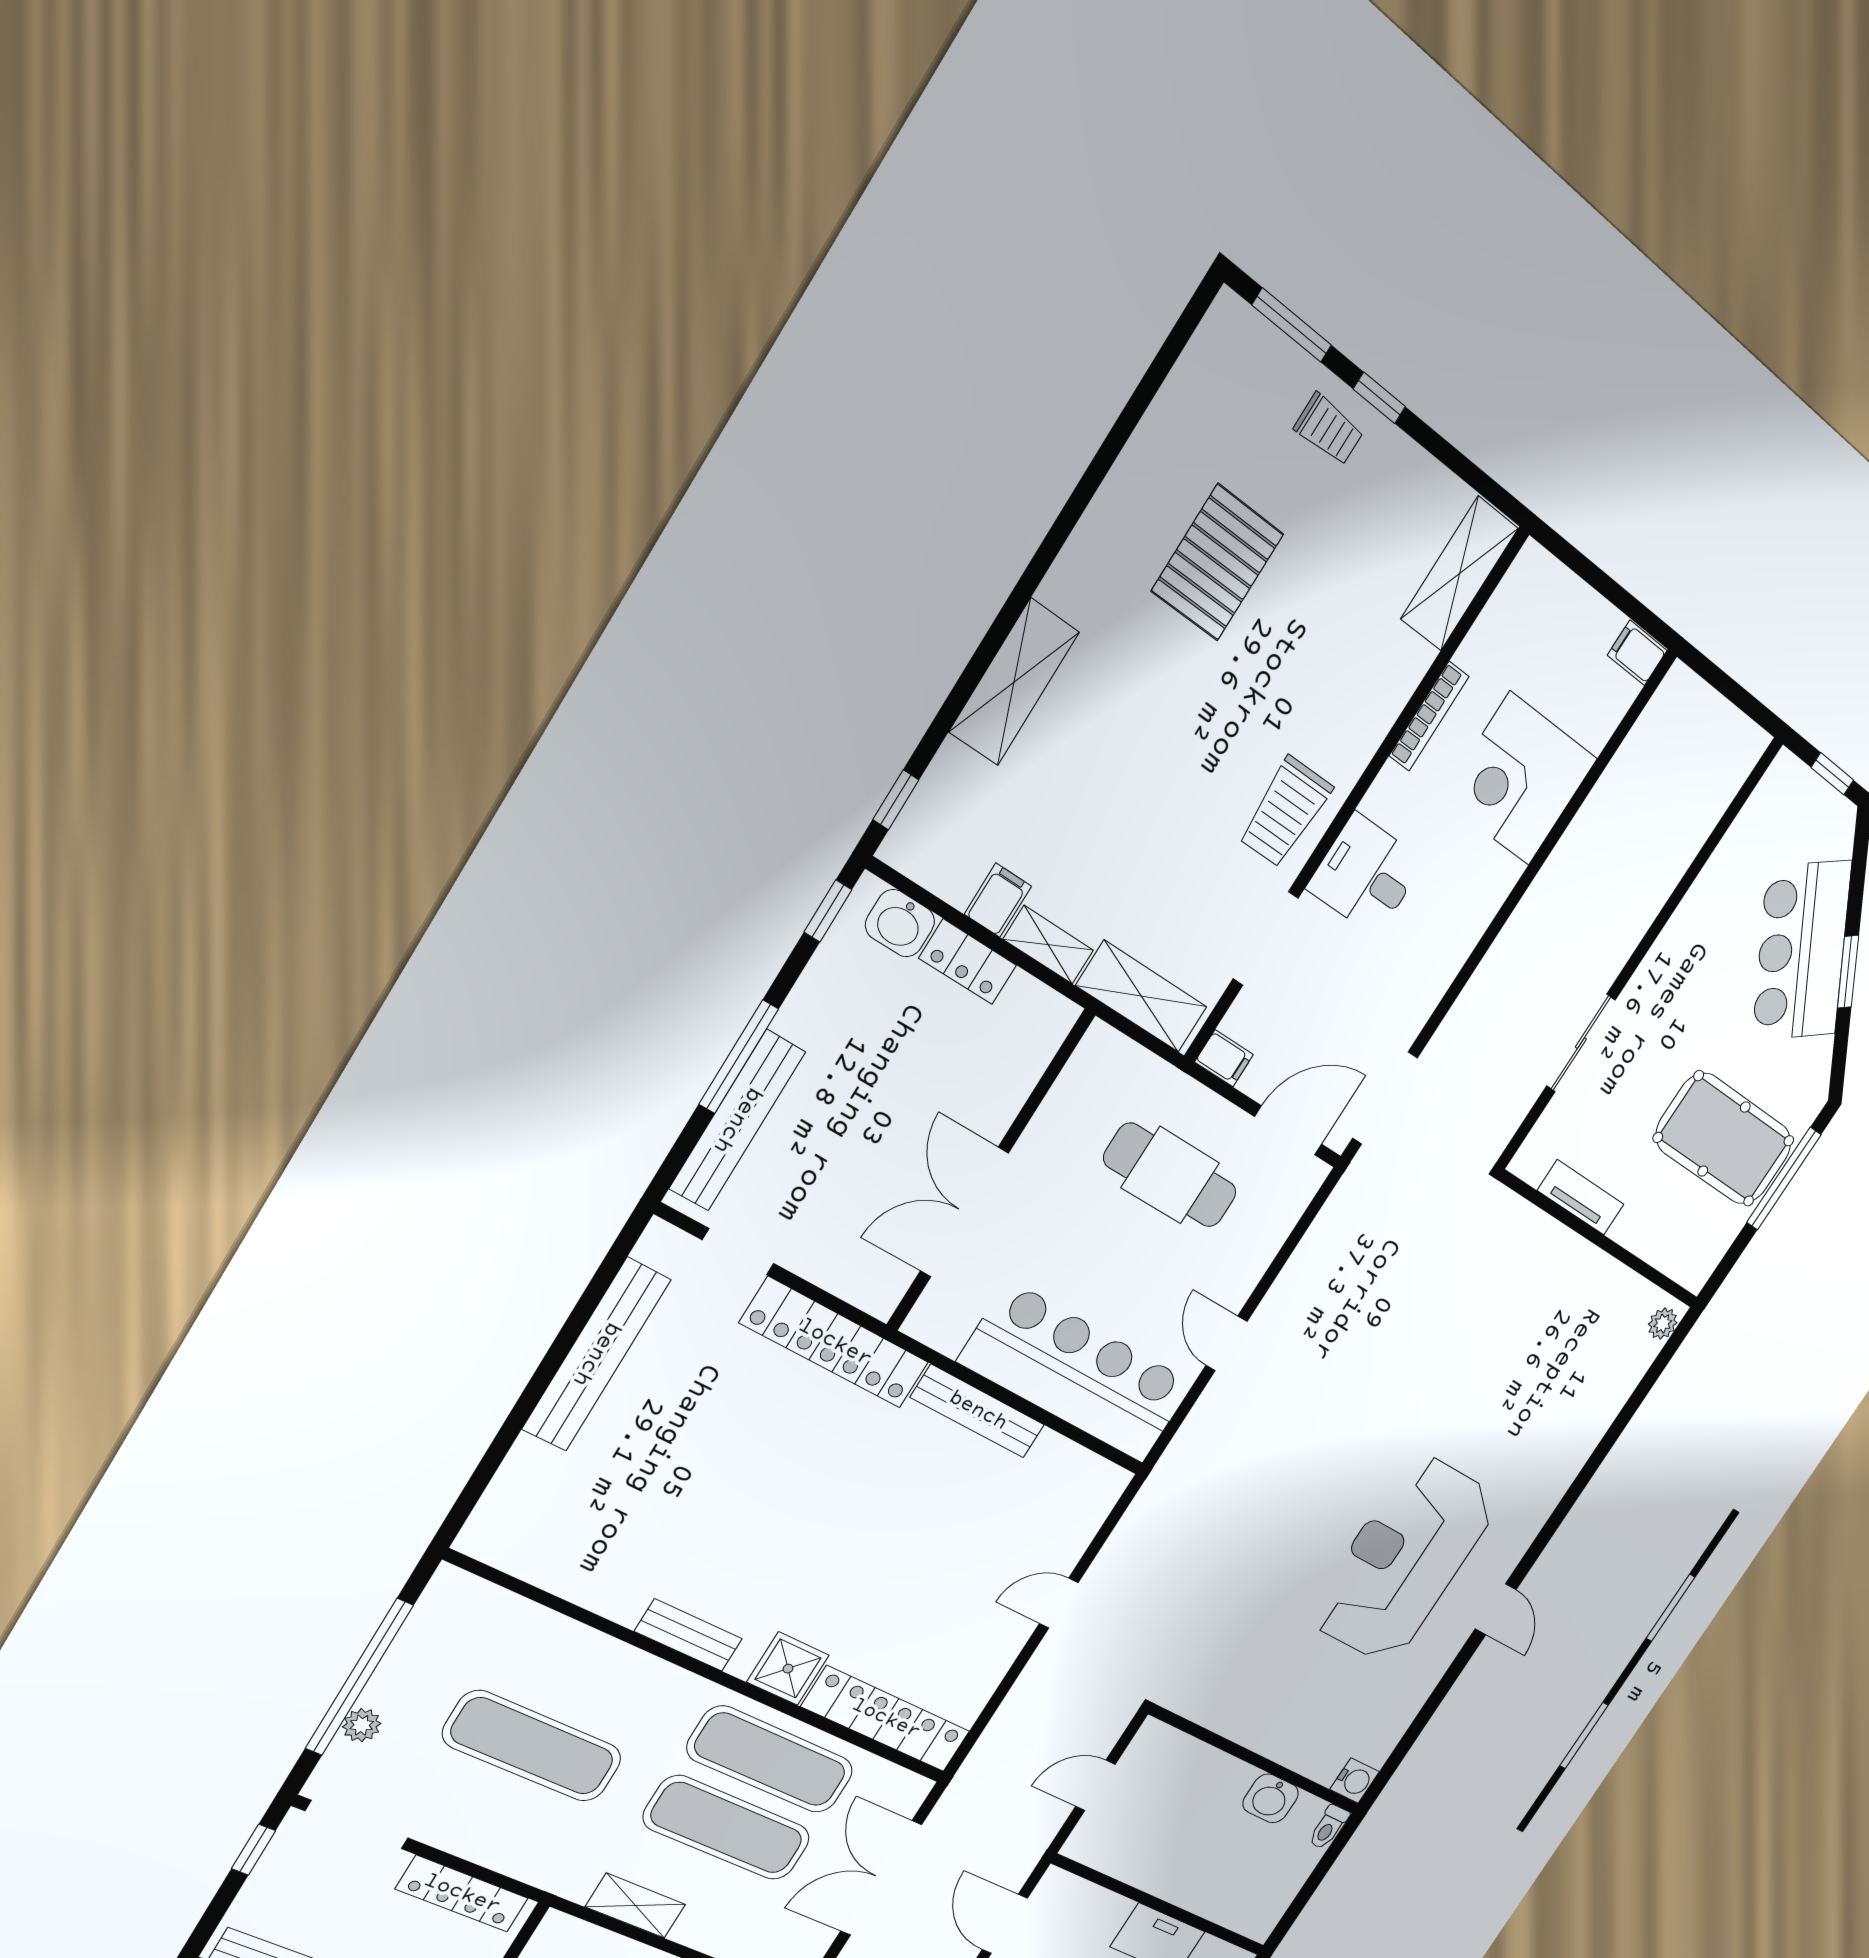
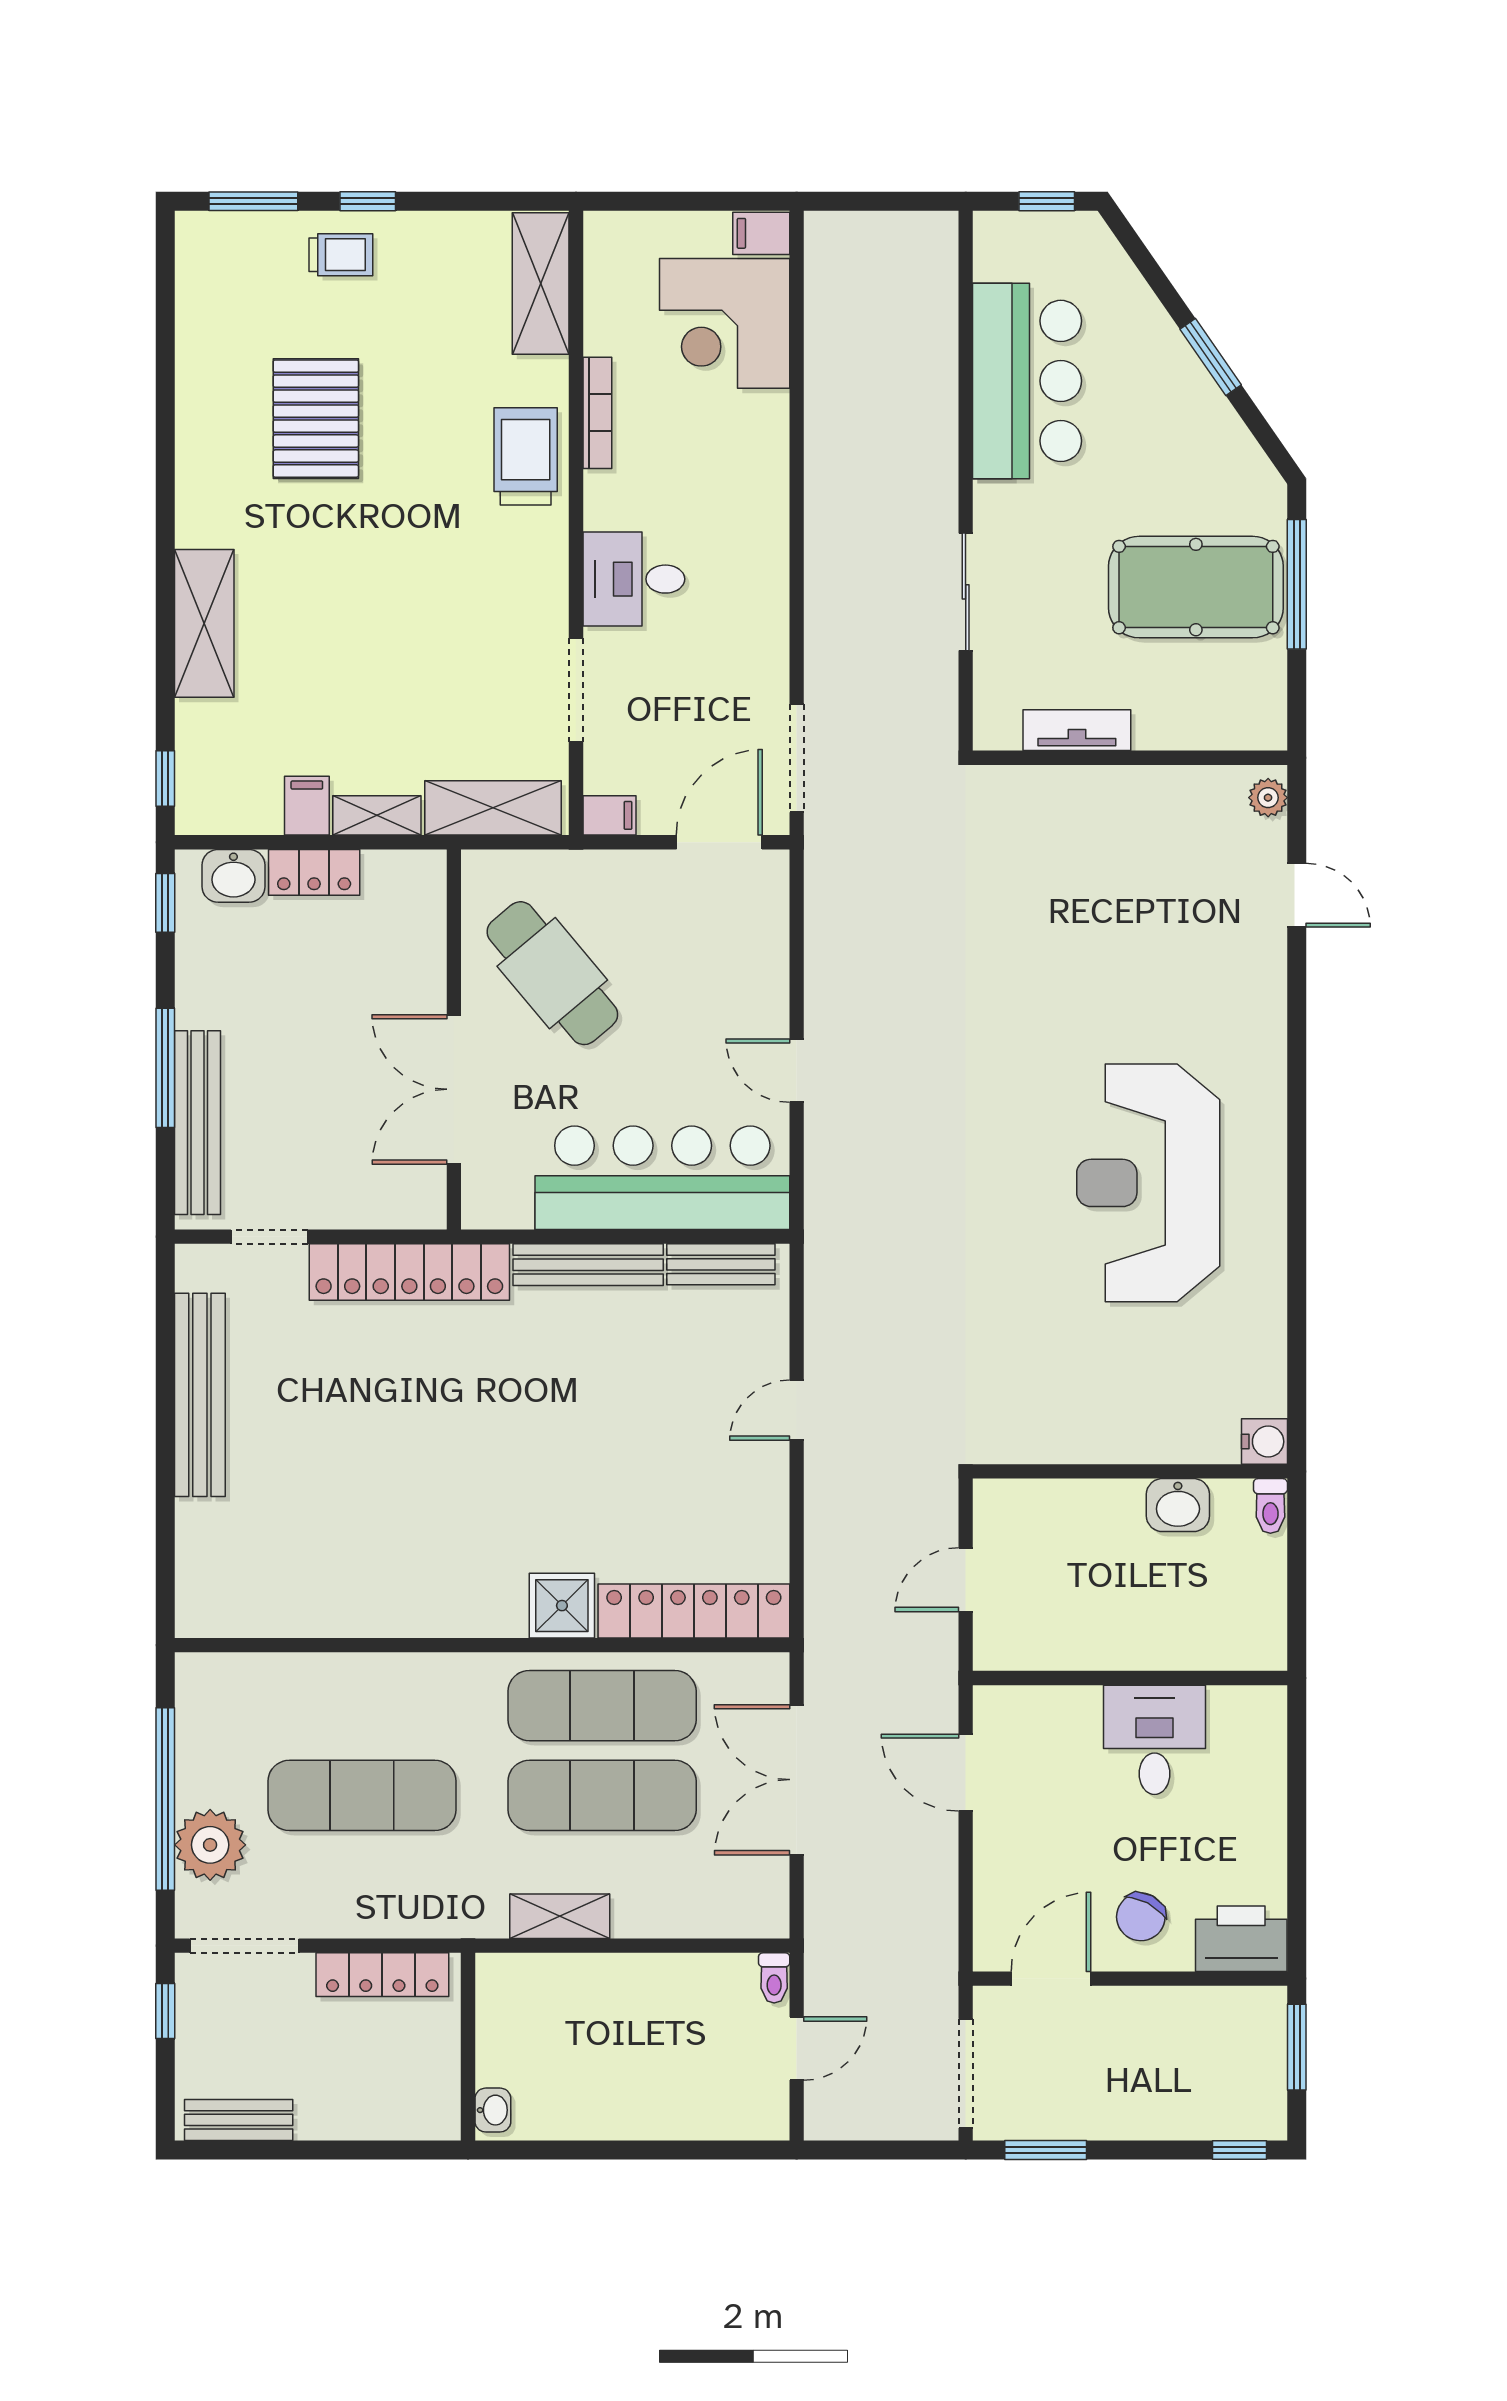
corner desk: (1519, 779) -> (725, 323), moved
trolley: (1285, 812) -> (526, 456), moved, turned 180
bar counter: (1802, 951) -> (1027, 381), moved, turned -145
cafe table: (1170, 1175) -> (552, 973), moved, turned 50
door: (1496, 1609) -> (1297, 895), moved
bench: (688, 1635) -> (721, 1264), moved
plant: (362, 1725) -> (210, 1845), width x1.87, depth x1.87

